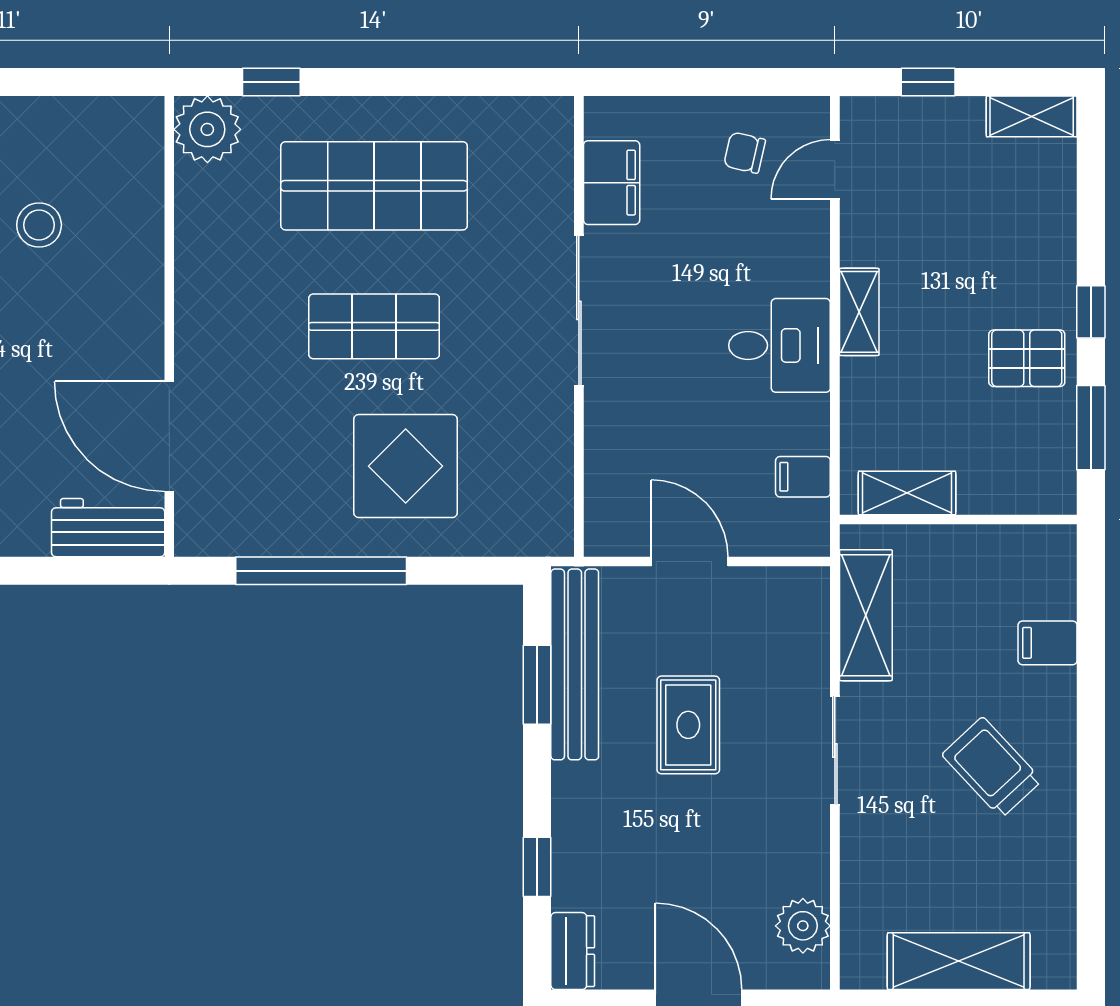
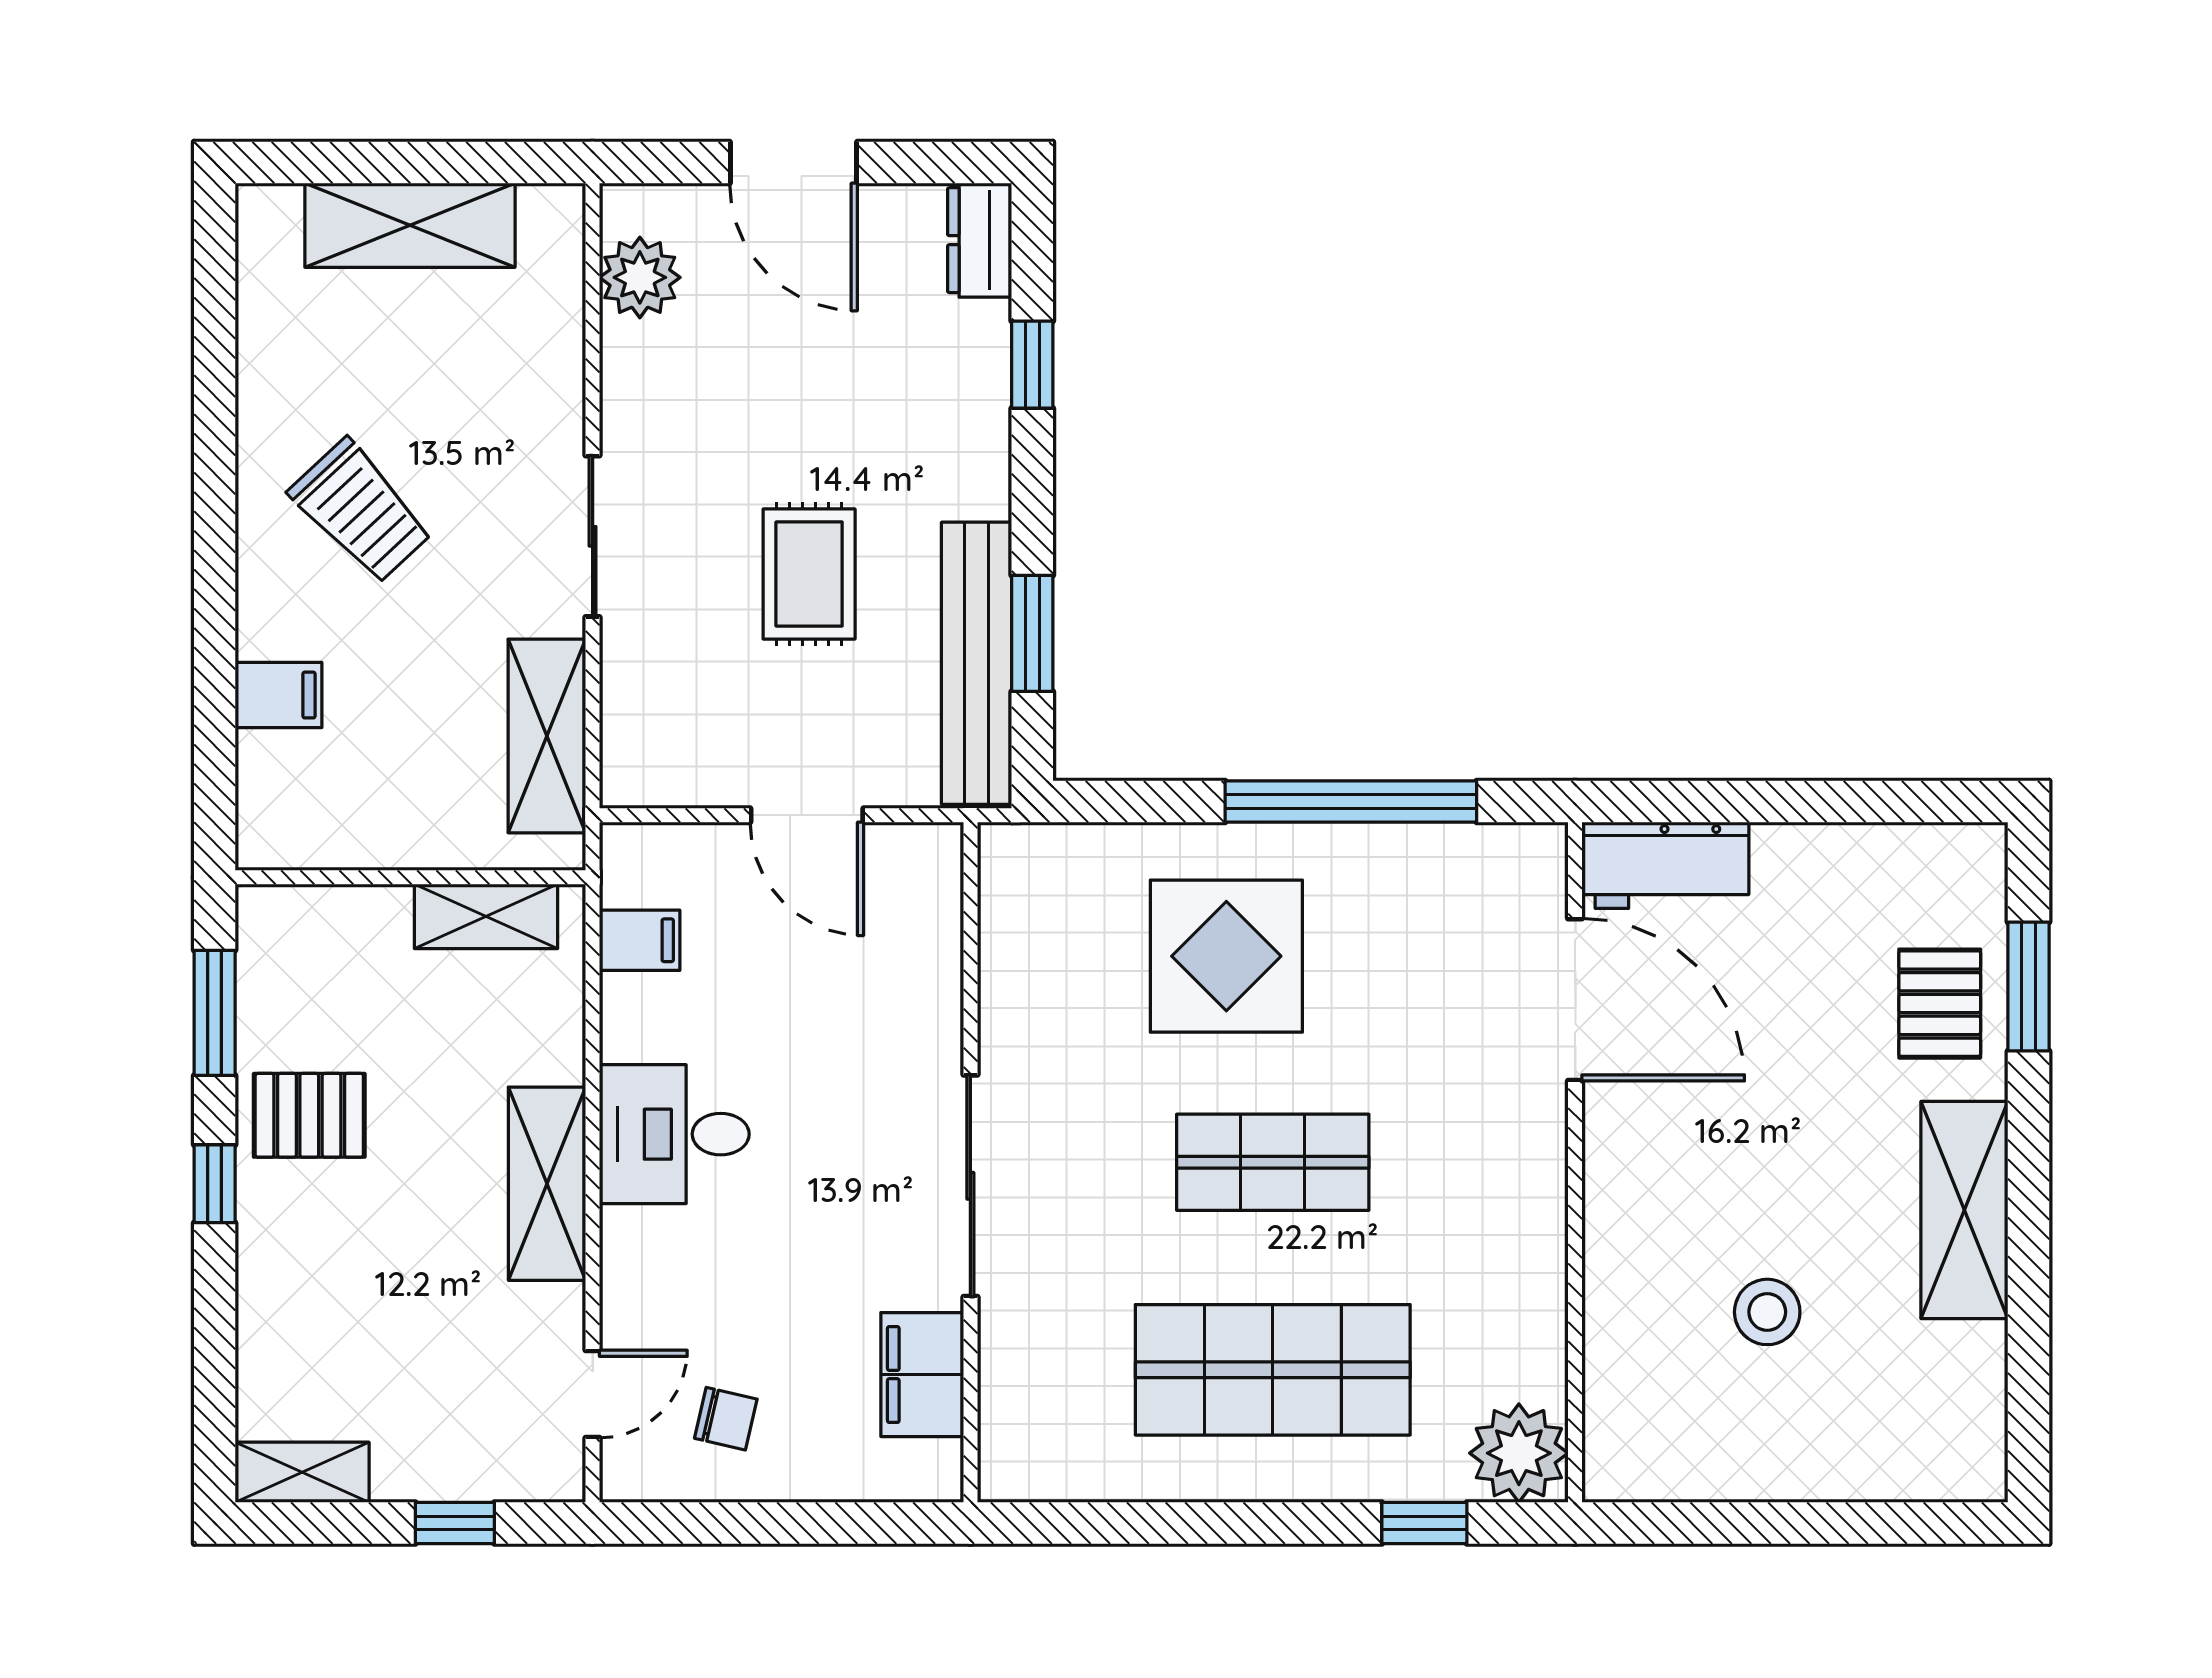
shelving: (859, 312) -> (547, 1184), width x1.50, depth x1.33

